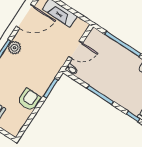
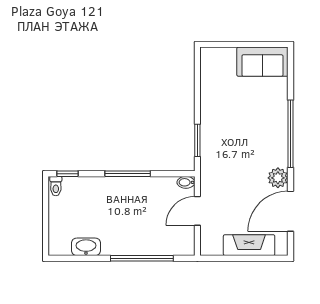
plant: (14, 48) -> (278, 178), moved
armchair: (29, 100) -> (215, 107), removed

